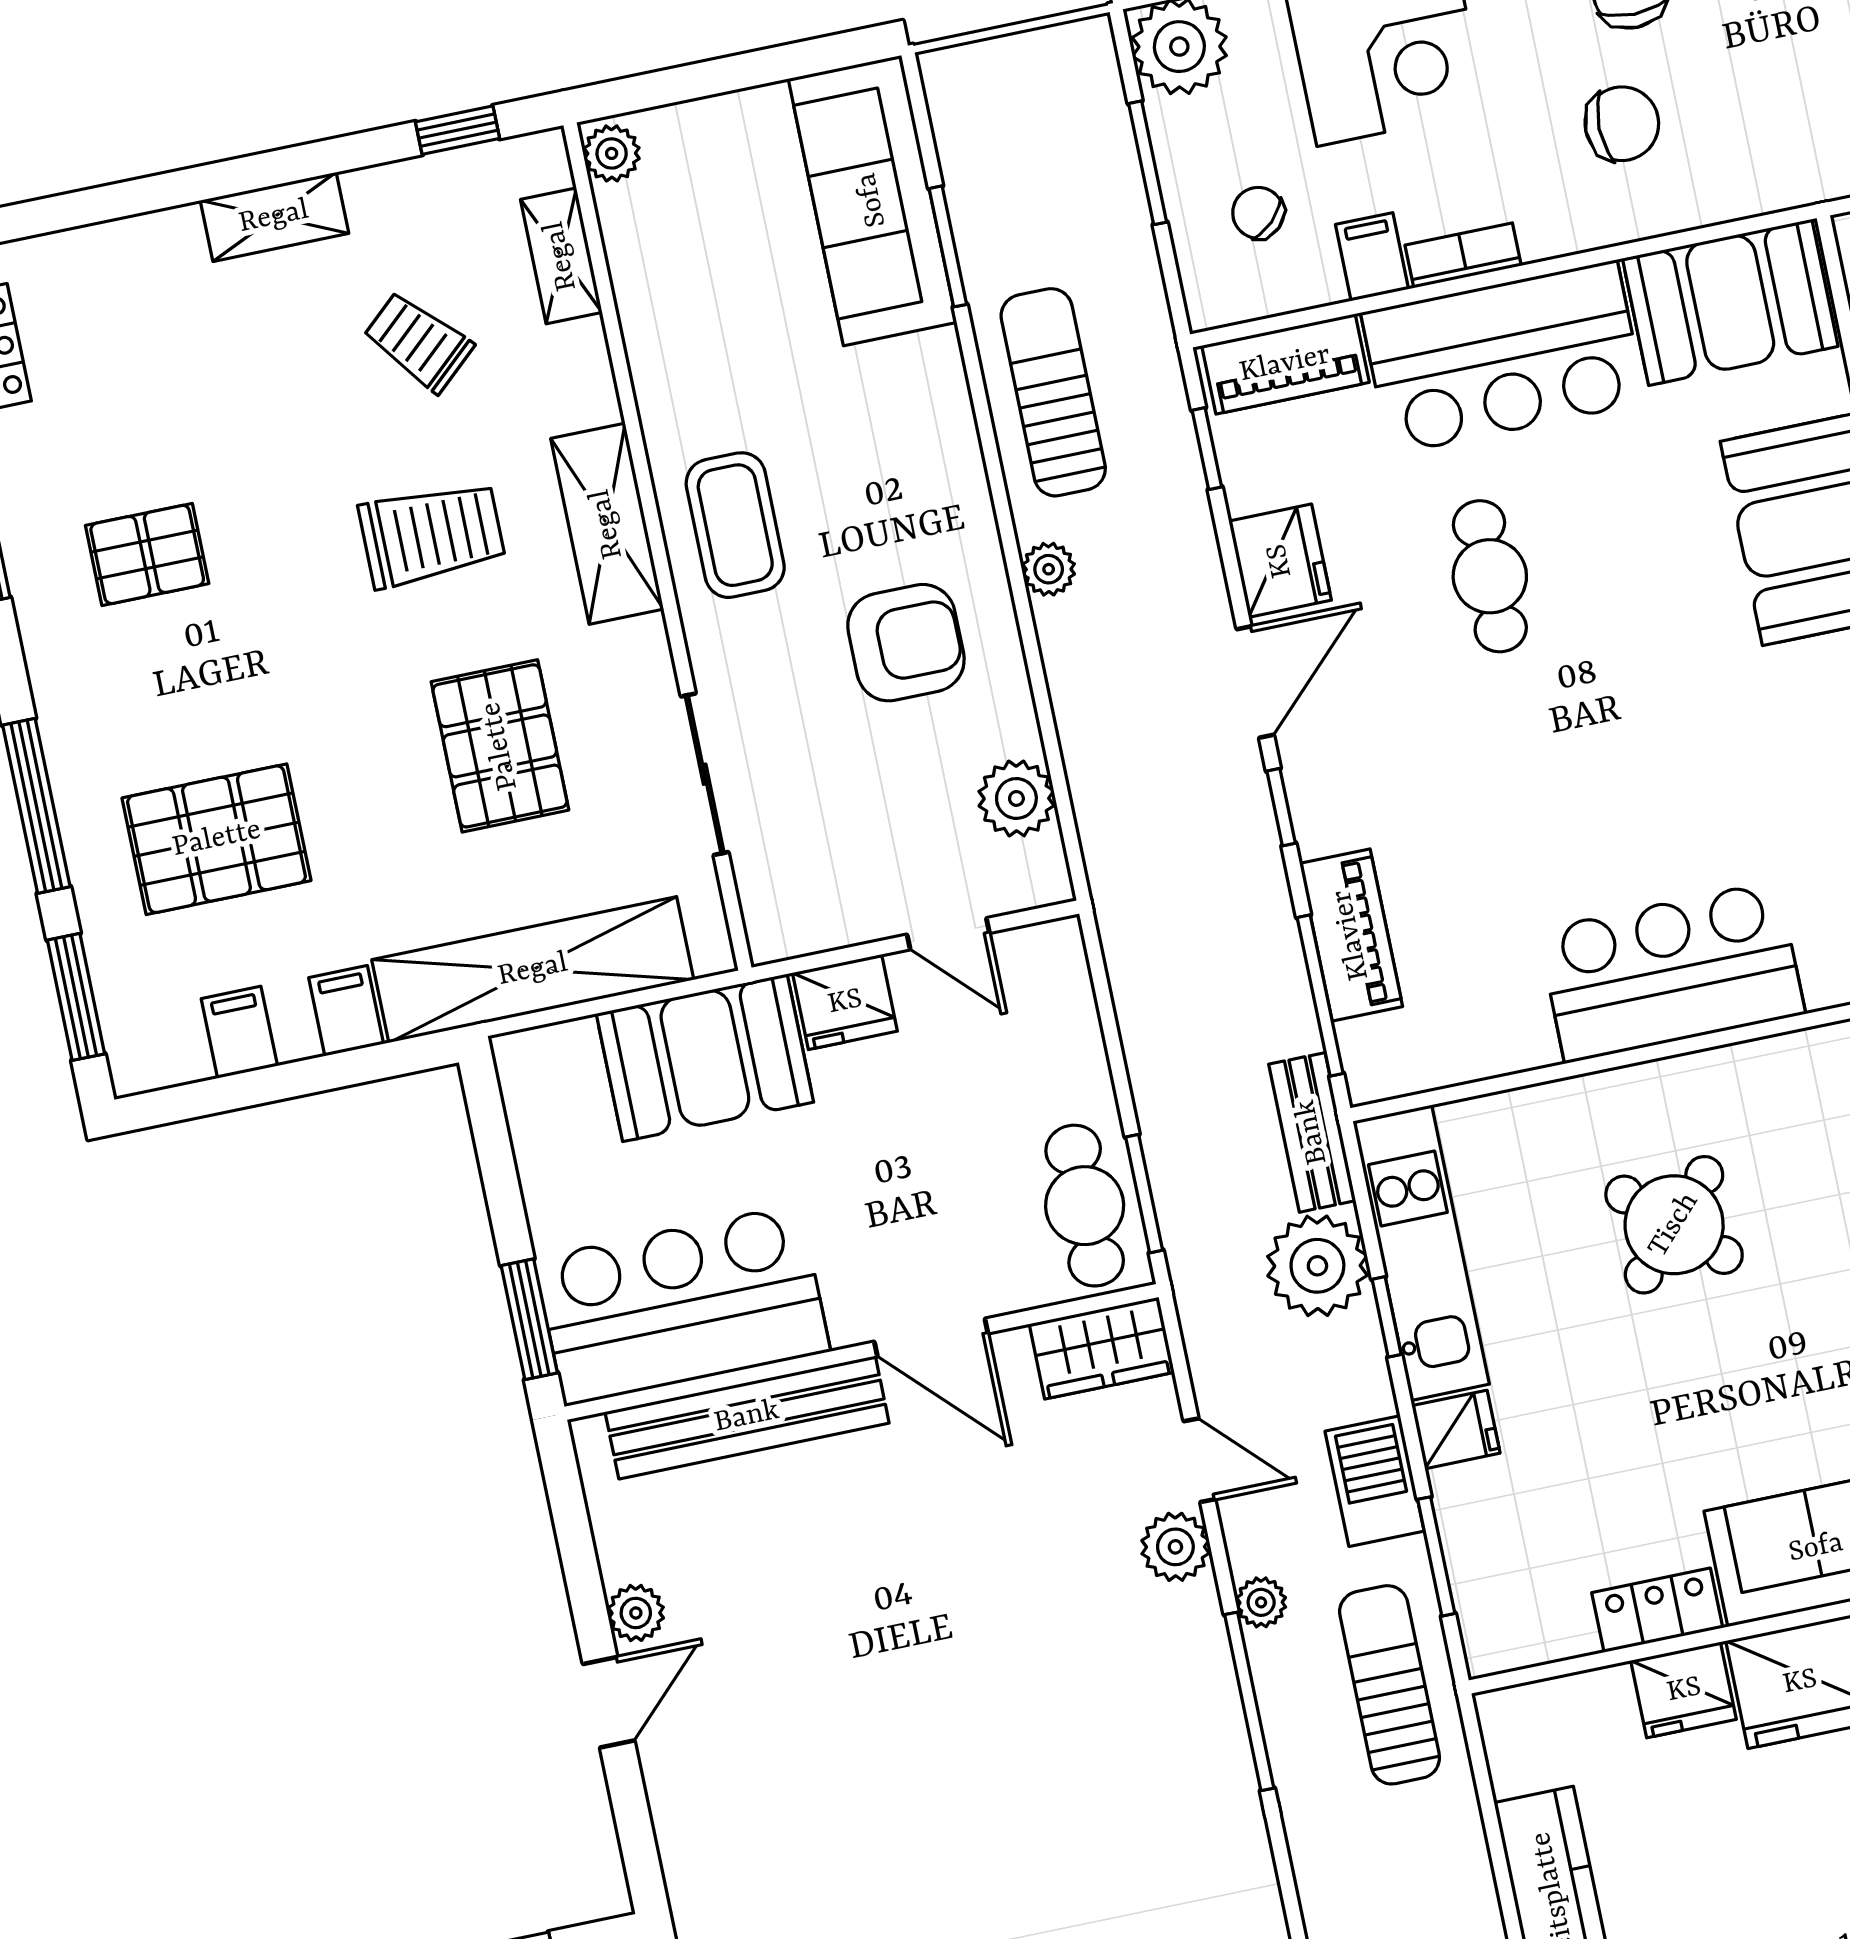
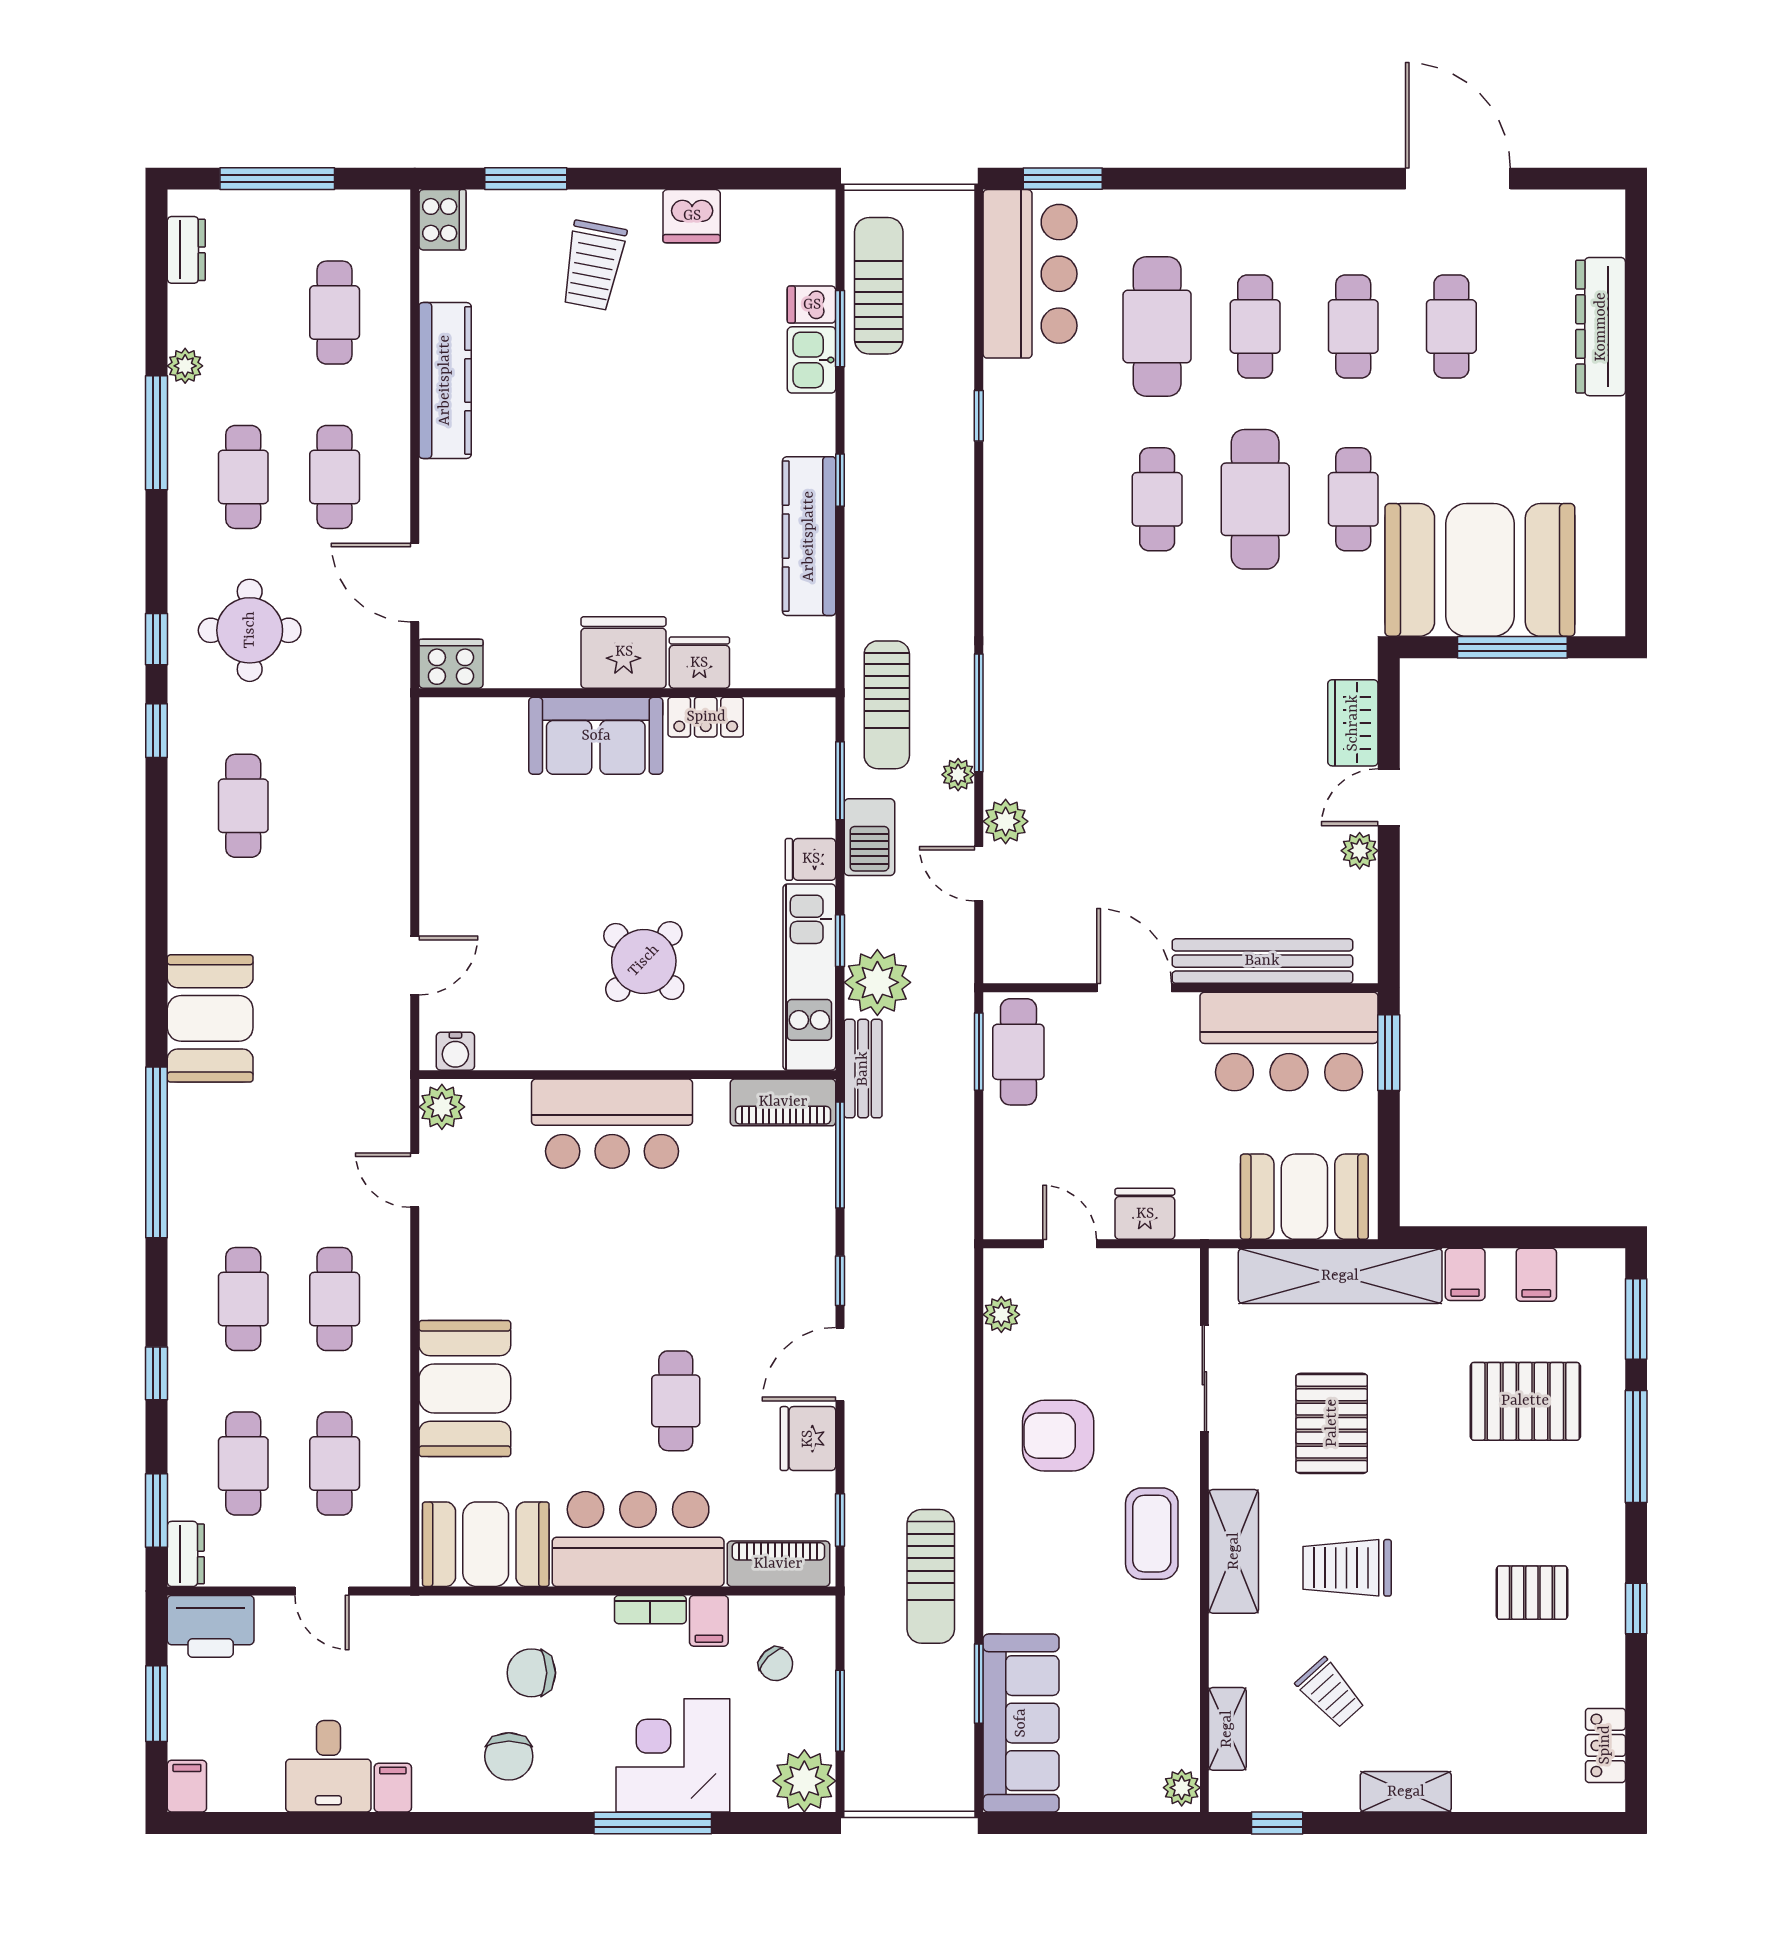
plant: (1049, 569) -> (957, 1464), removed
plant: (1016, 798) -> (1001, 1315), width x0.73, depth x0.73
piano: (1351, 935) -> (783, 1102), moved, turned -90
booth: (705, 1058) -> (1304, 1197), moved
wardrobe: (1102, 1348) -> (1353, 723), moved, turned -90

